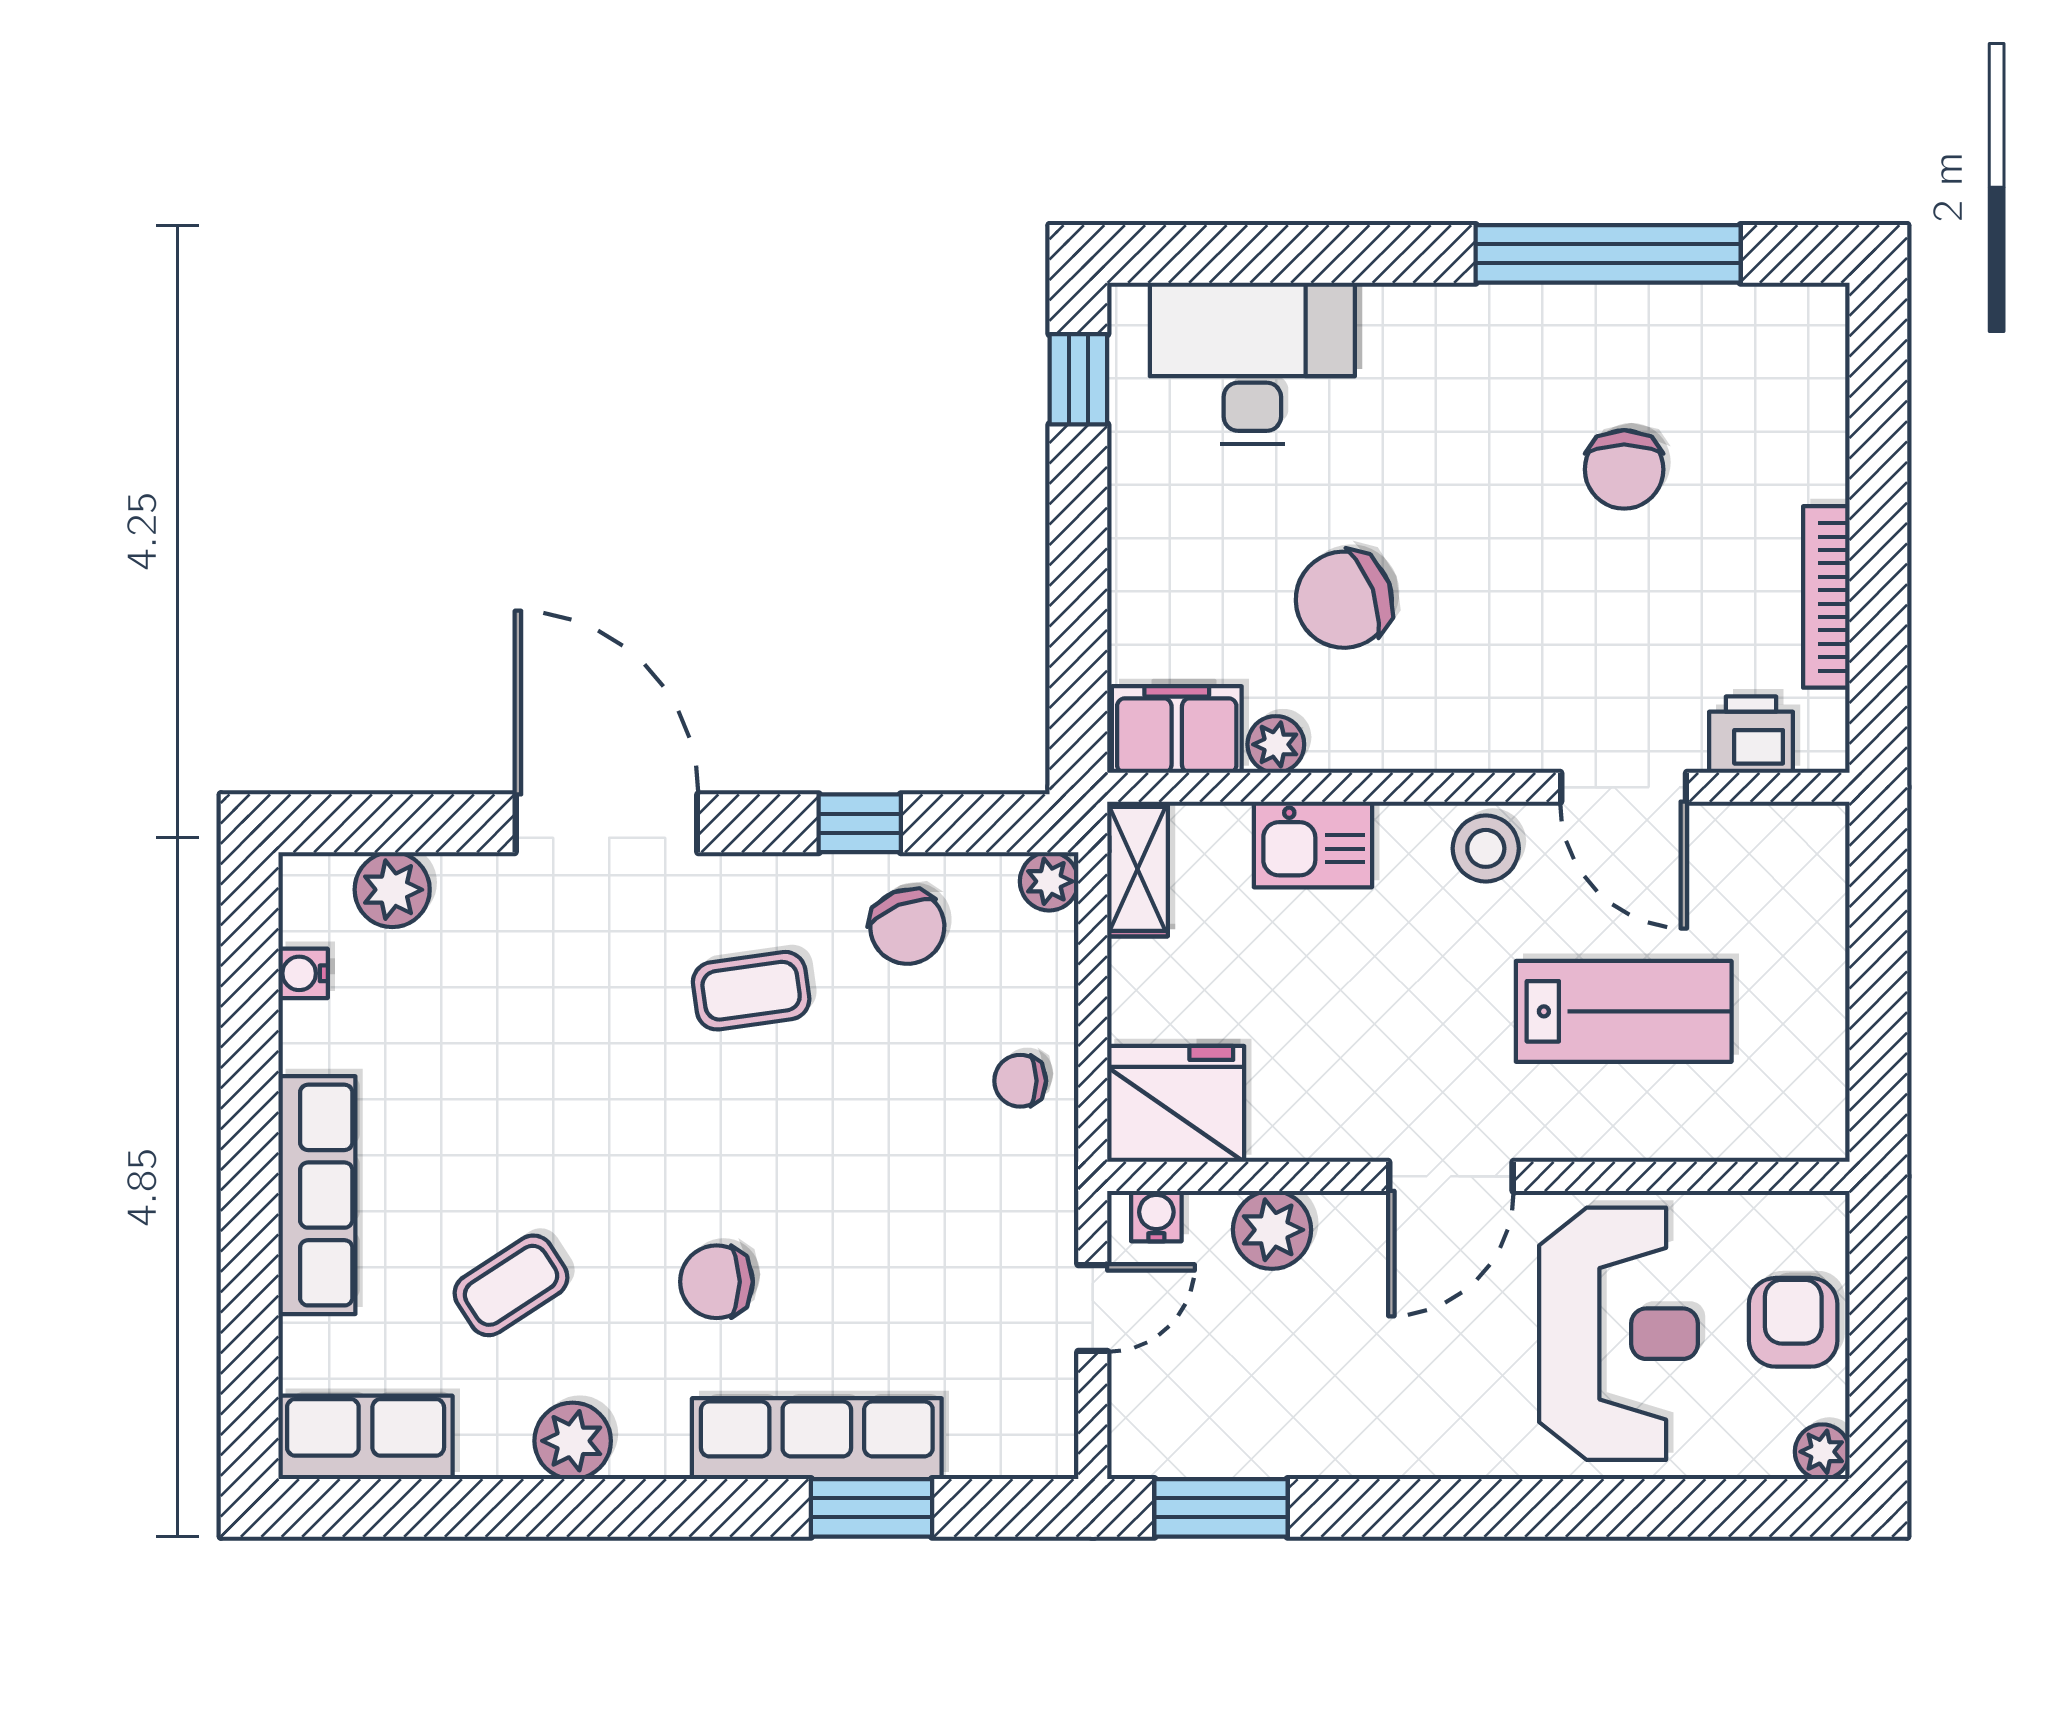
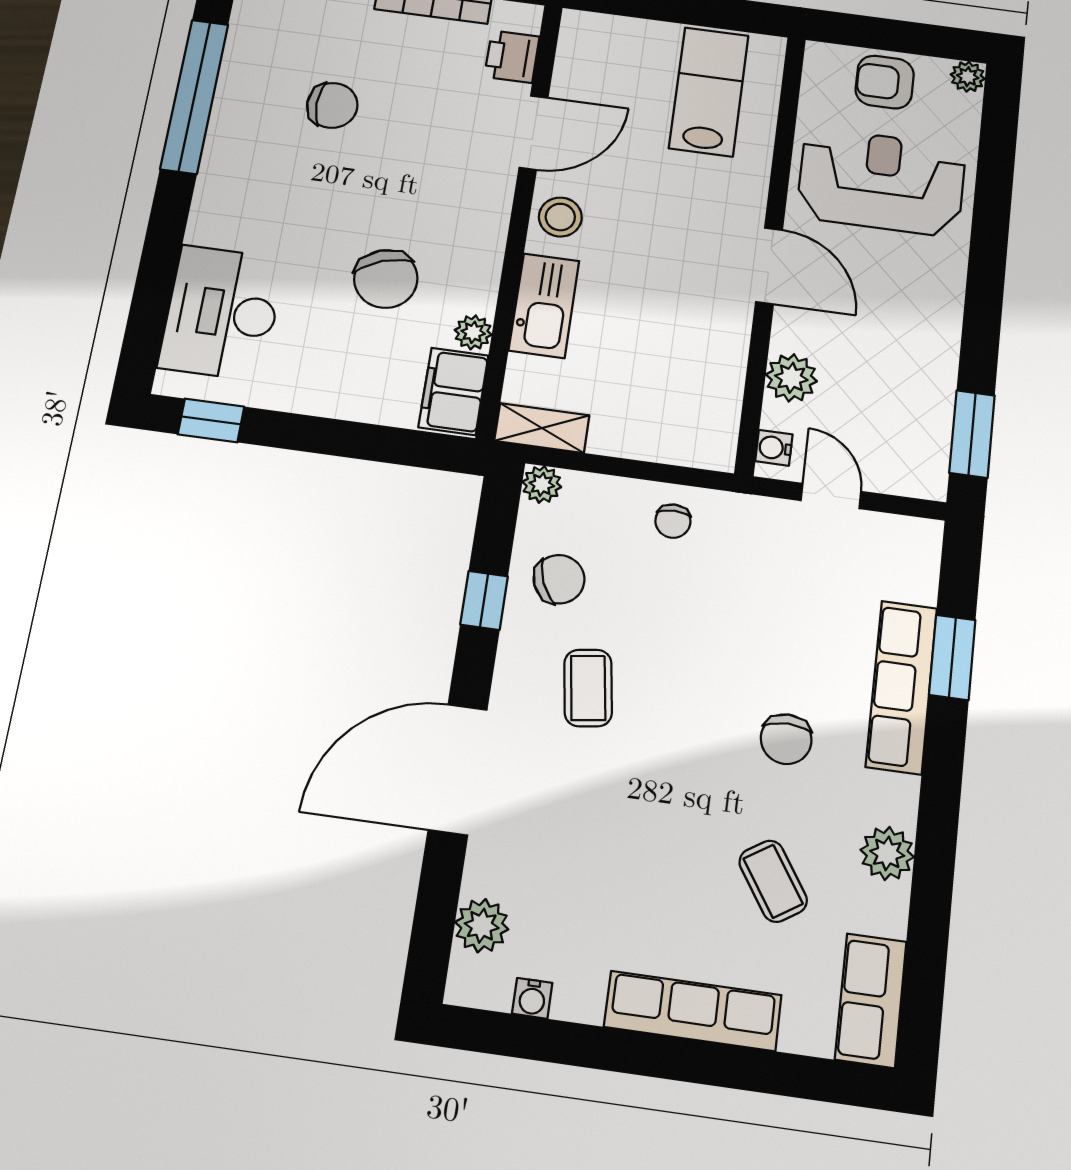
kitchen sink: (1313, 844) -> (544, 306), width x1.38
lab bench: (1624, 1011) -> (709, 92), moved
fridge: (1176, 1104) -> (701, 426), removed

